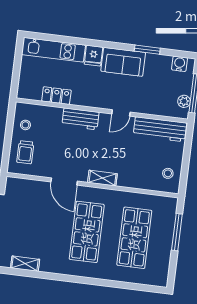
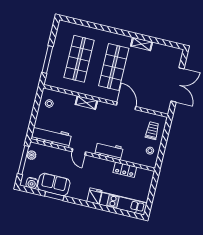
sofa: (123, 62) -> (54, 184), moved
door: (121, 113) -> (79, 152), swing flipped
shelving: (102, 178) -> (86, 103), moved
shelving: (25, 264) -> (142, 44), moved

